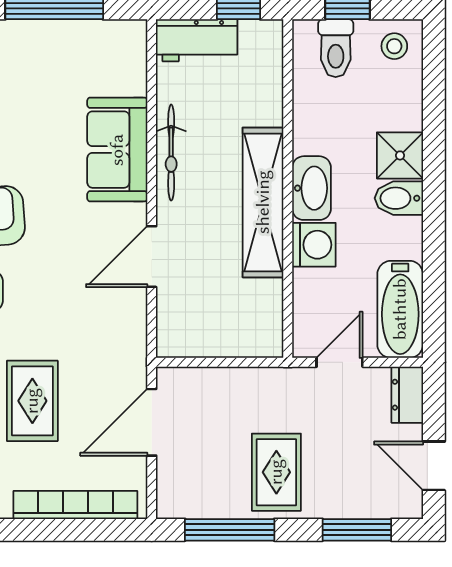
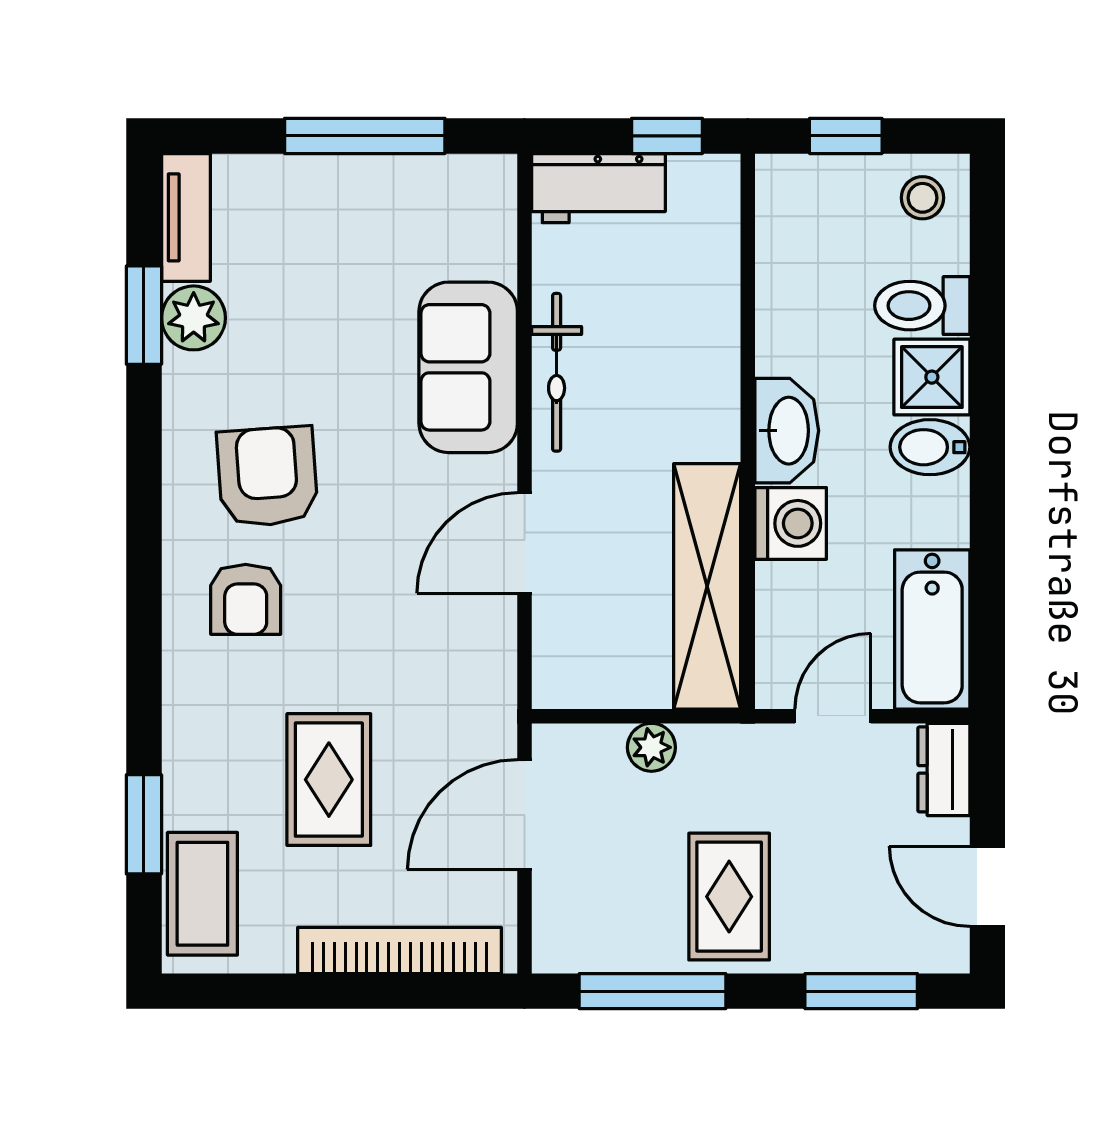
toilet: (336, 48) -> (922, 306), moved, turned 90
shelving: (263, 202) -> (707, 586), moved
plant: (229, 381) -> (651, 747), added

